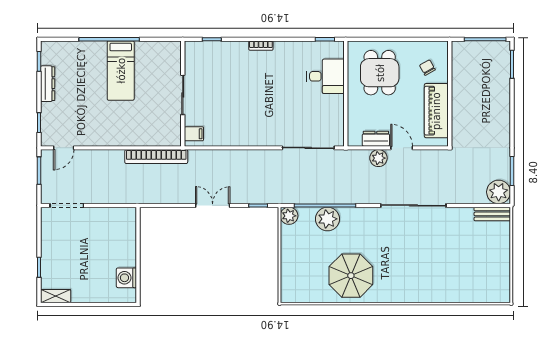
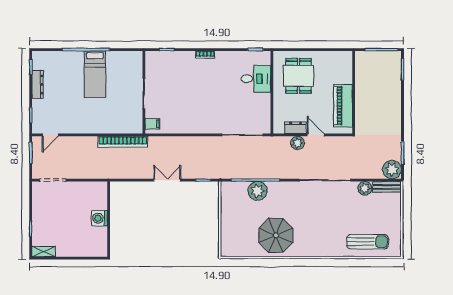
chair: (427, 68) -> (336, 72), removed
plant: (289, 216) -> (365, 188), moved
washing machine: (126, 278) -> (99, 218), moved
sun lounger: (468, 284) -> (368, 242), added

